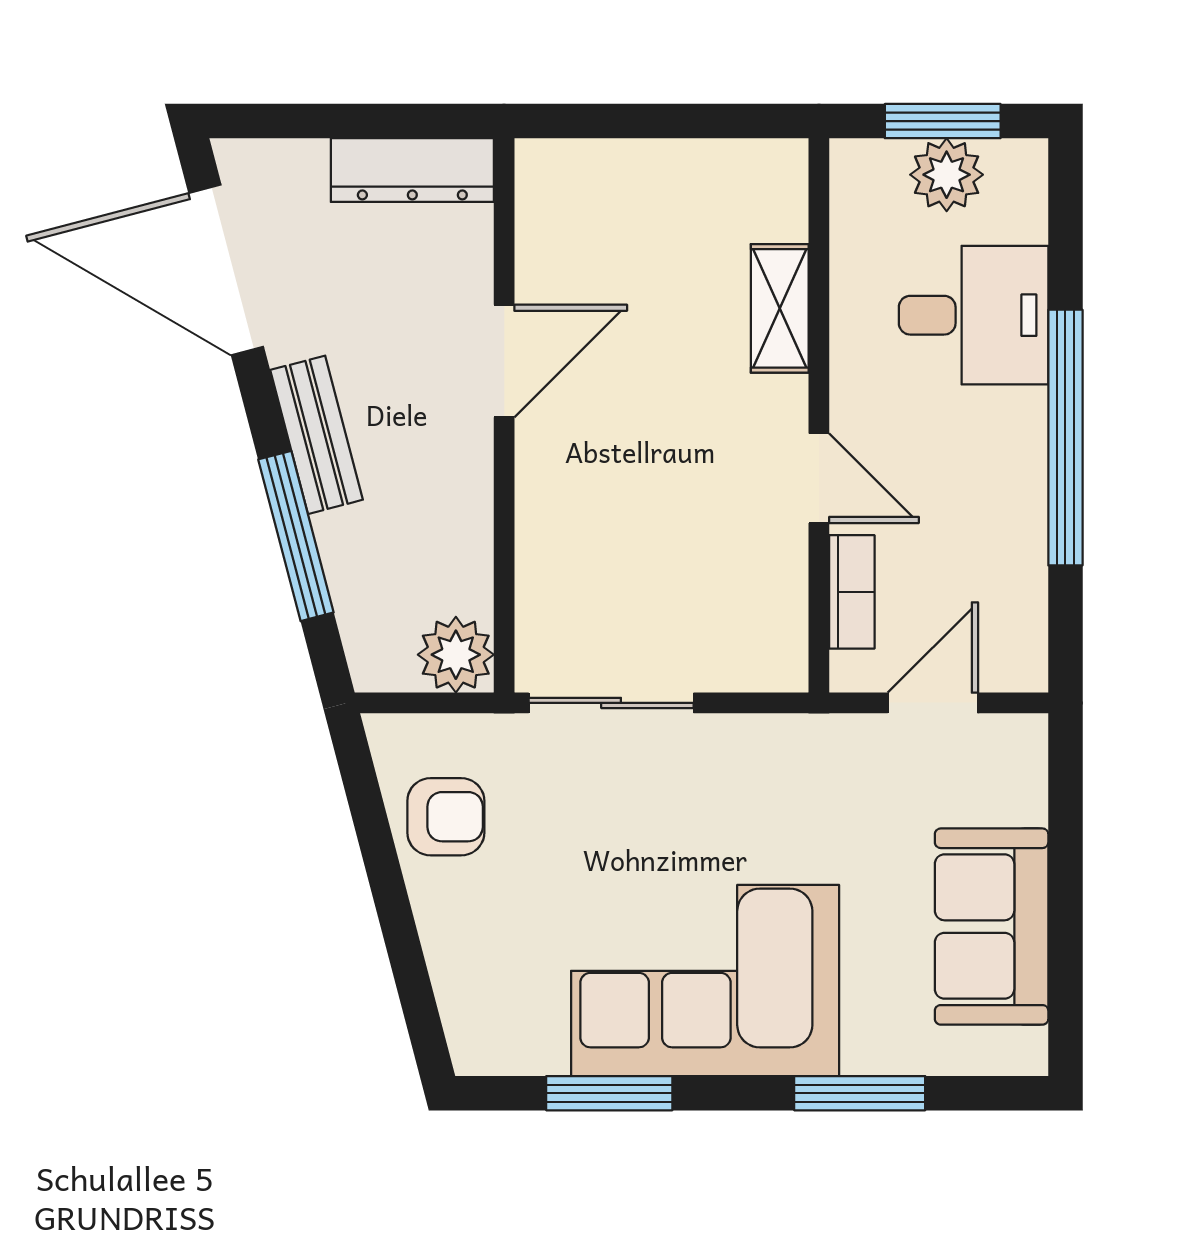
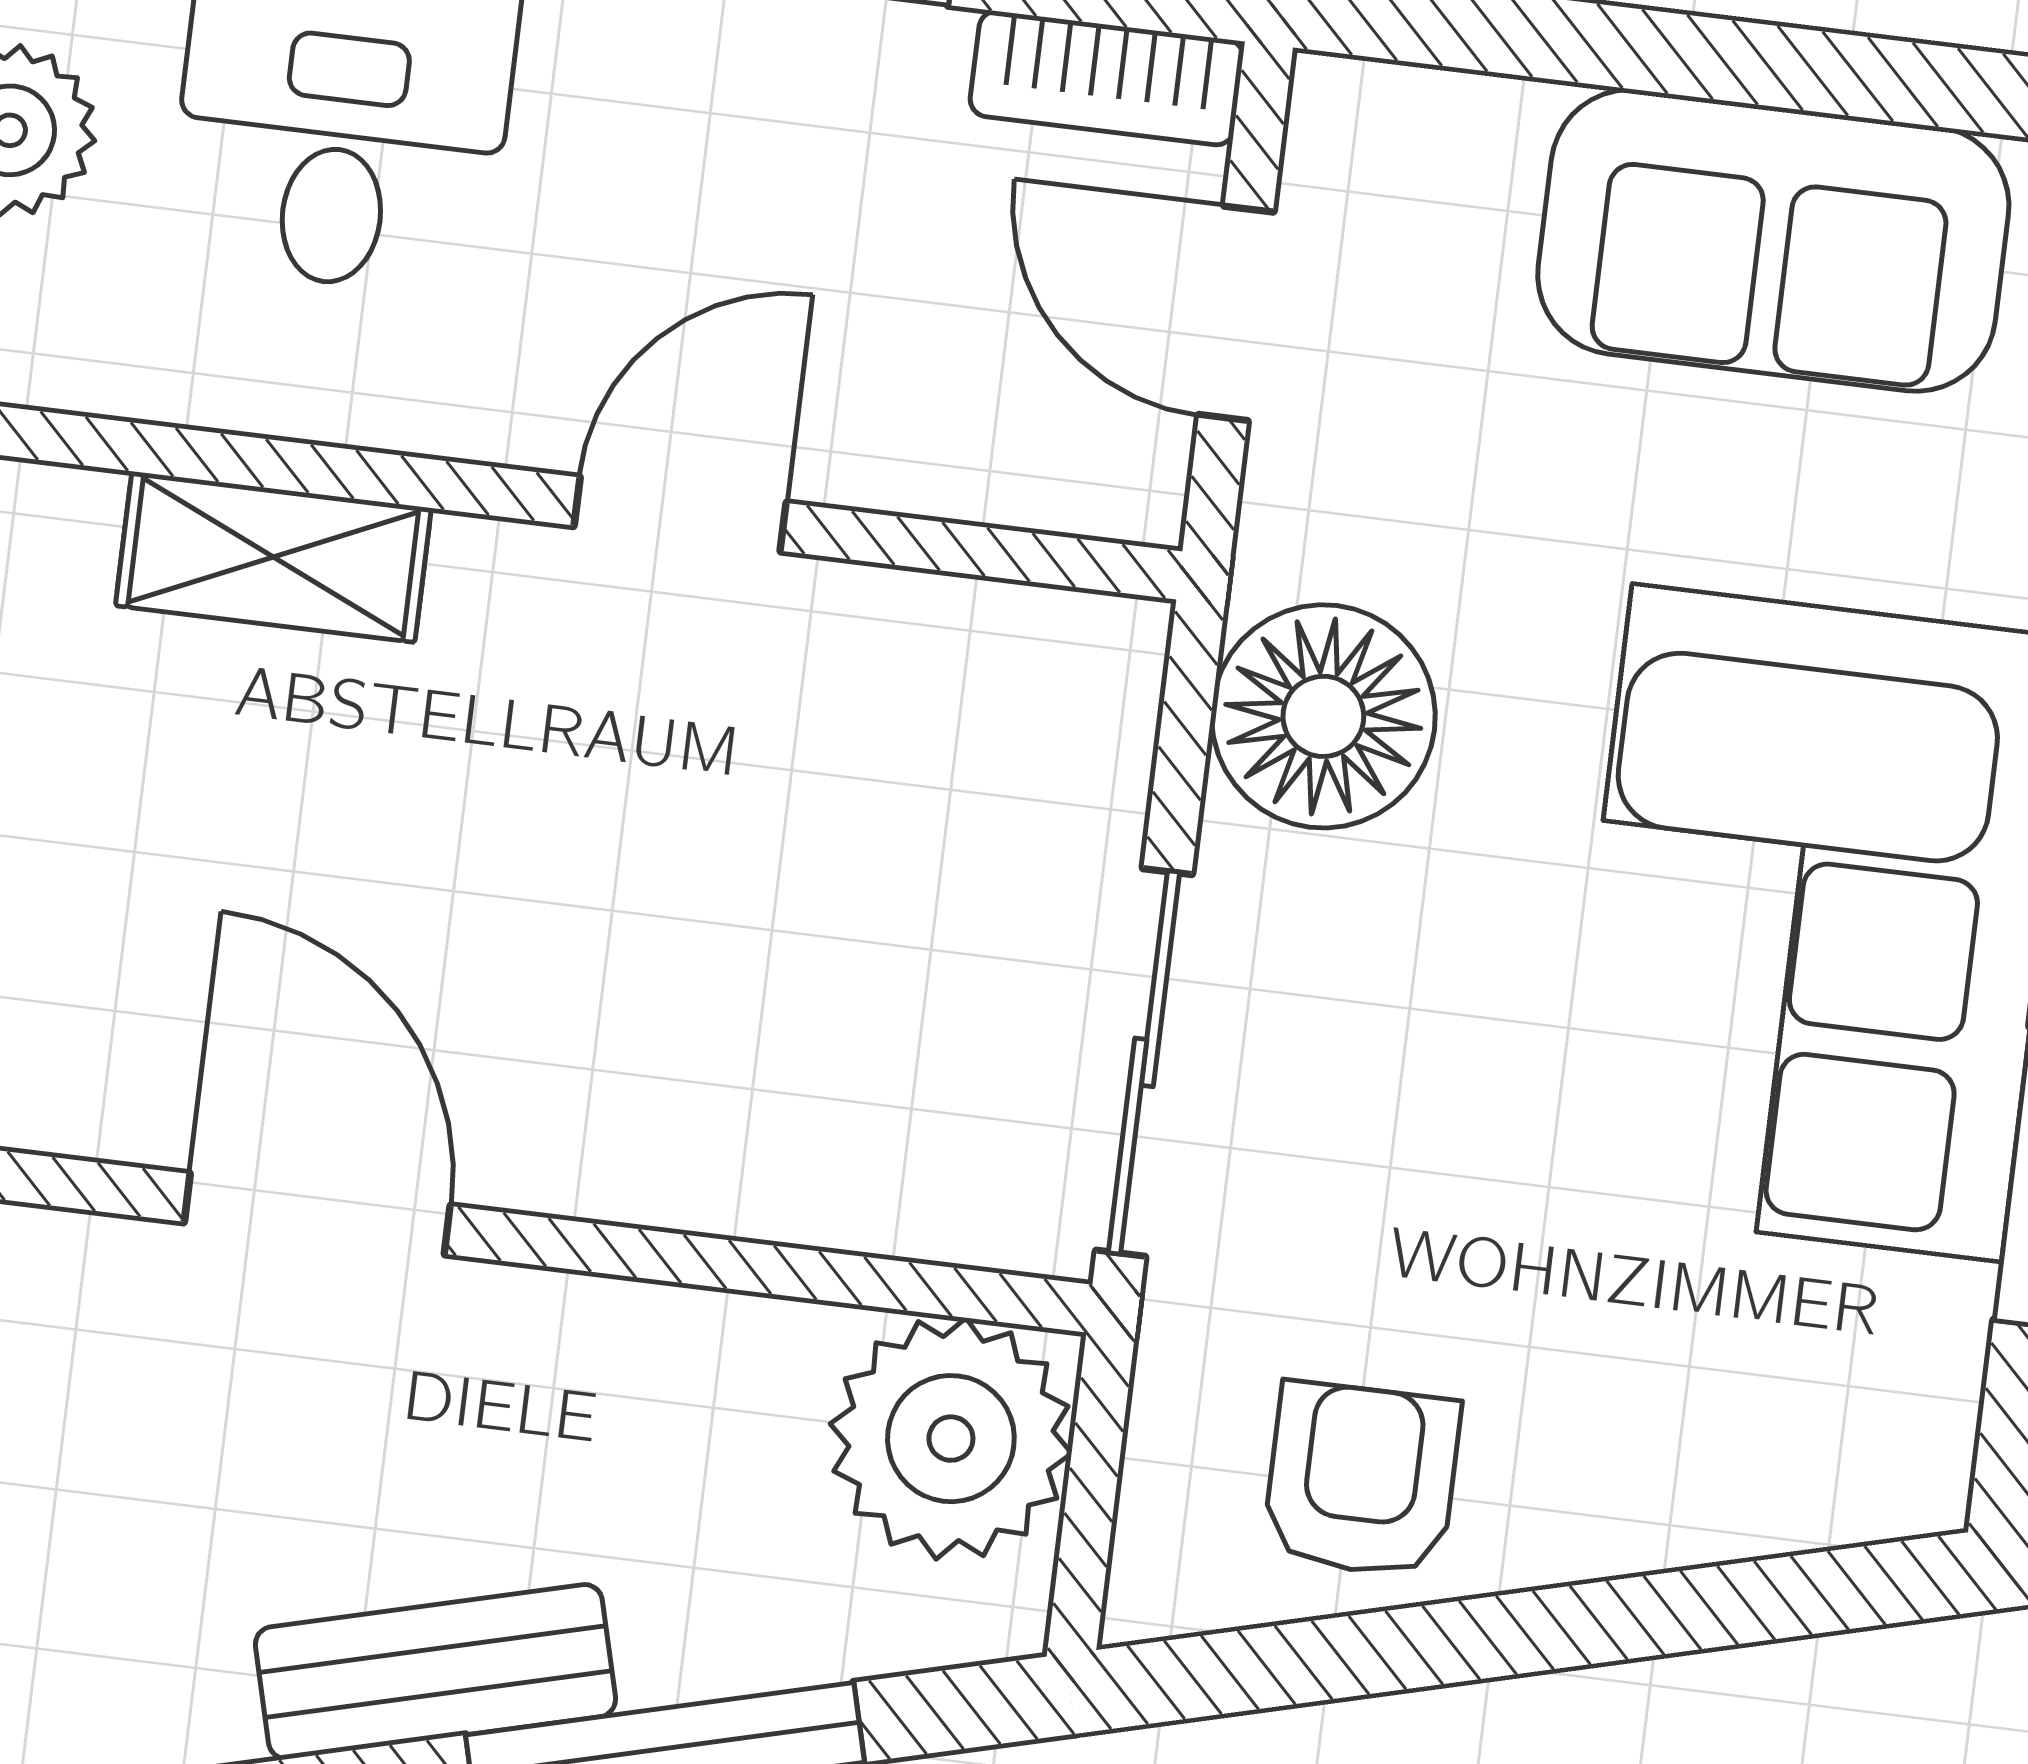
bookcase: (852, 592) -> (1107, 78), moved, turned 180
plant: (456, 655) -> (951, 1439), width x1.36, depth x1.36
floor lamp: (767, 761) -> (1323, 716), added

